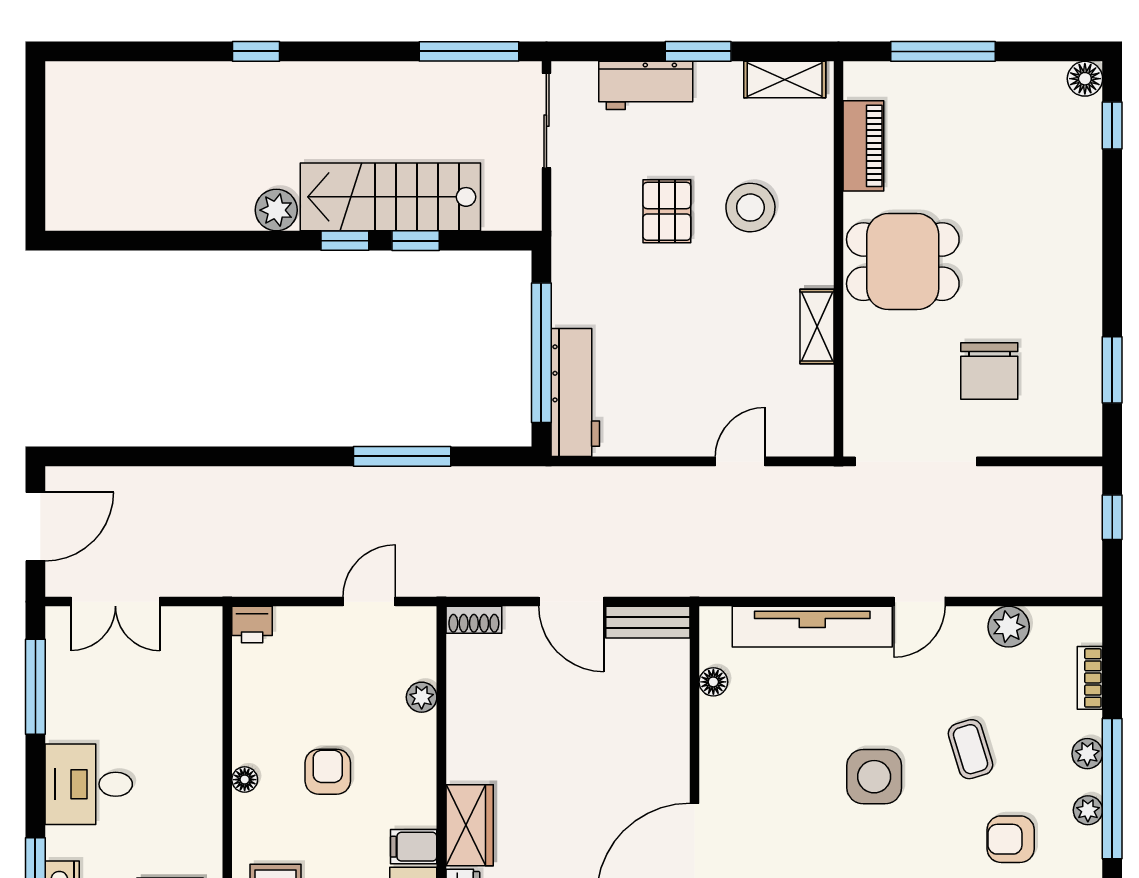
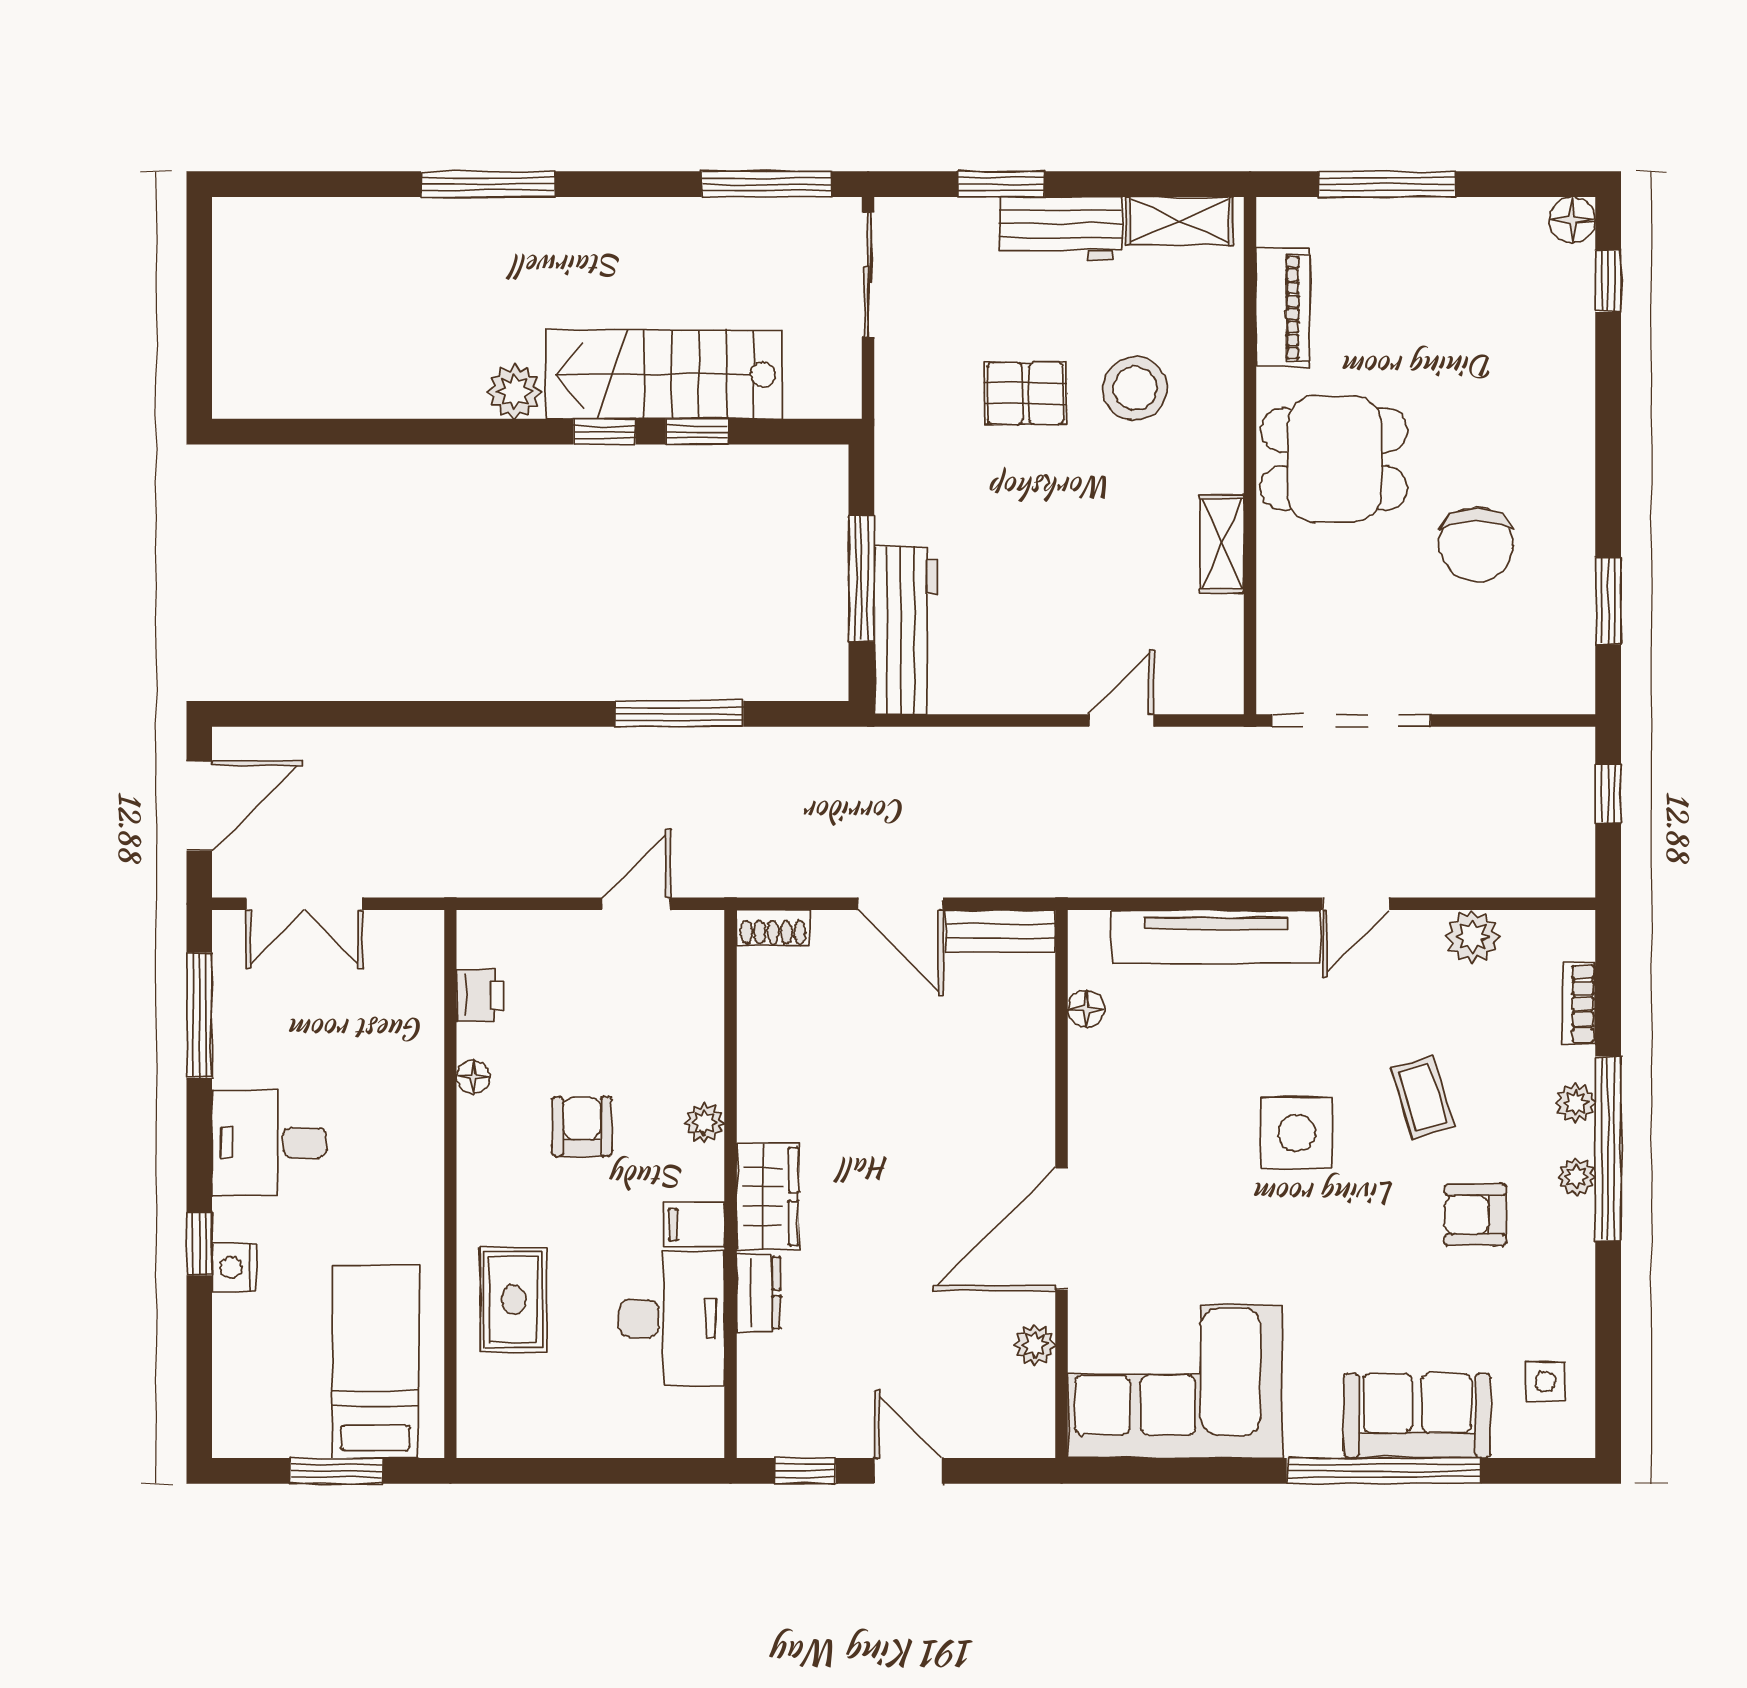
window: (256, 51) -> (488, 184), width x2.17
window: (698, 51) -> (1001, 184), moved
workbench: (646, 85) -> (1061, 229), moved
pallet: (667, 211) -> (1025, 393), turned 90
window: (541, 353) -> (861, 578), width x0.68
chair: (989, 371) -> (1476, 545), moved
printer: (252, 625) -> (480, 995), moved, turned -90
plant: (422, 697) -> (705, 1123), moved
floor lamp: (245, 780) -> (473, 1077), moved

